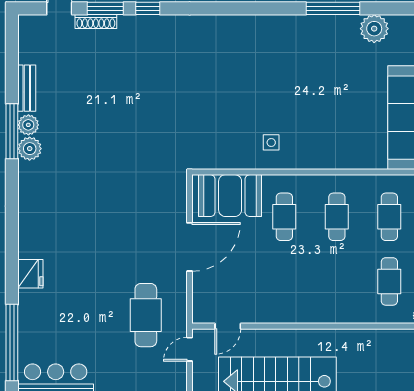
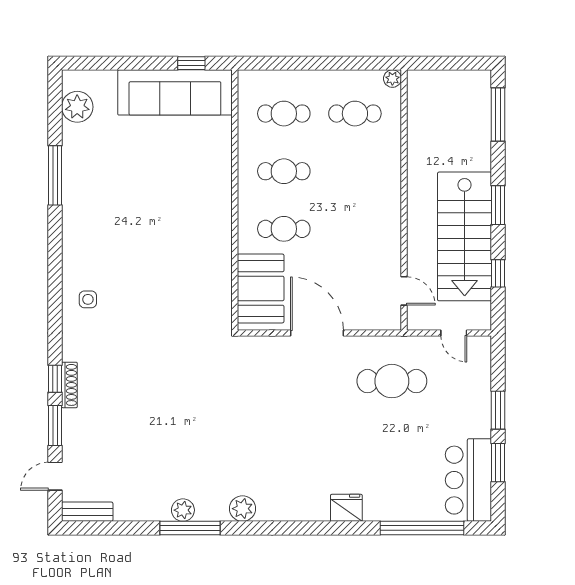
shoe rack: (96, 22) -> (69, 385), moved
plant: (374, 29) -> (77, 107), moved
bench: (27, 88) -> (87, 512), moved
side table: (271, 142) -> (88, 299), moved
plant: (30, 149) -> (243, 509), moved
door: (190, 349) -> (454, 333), moved

